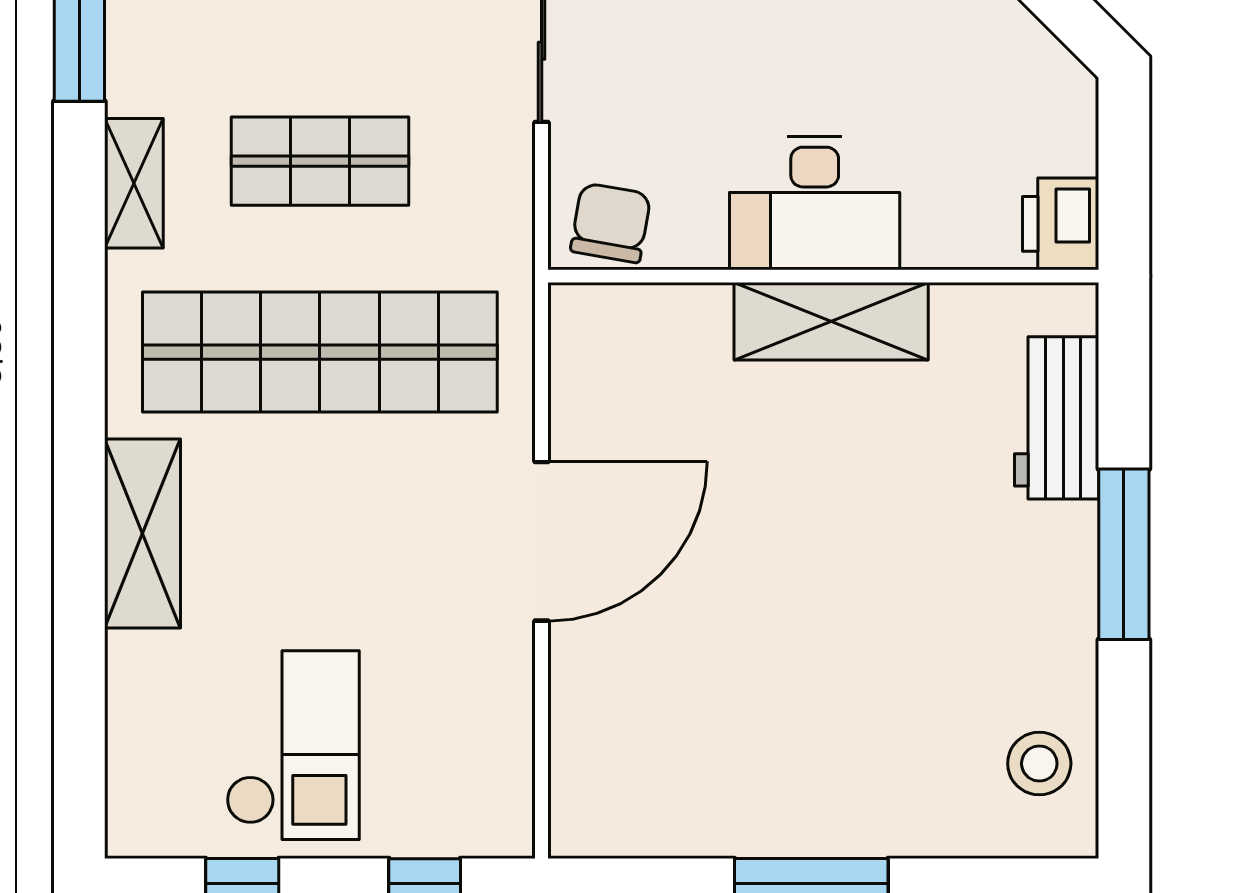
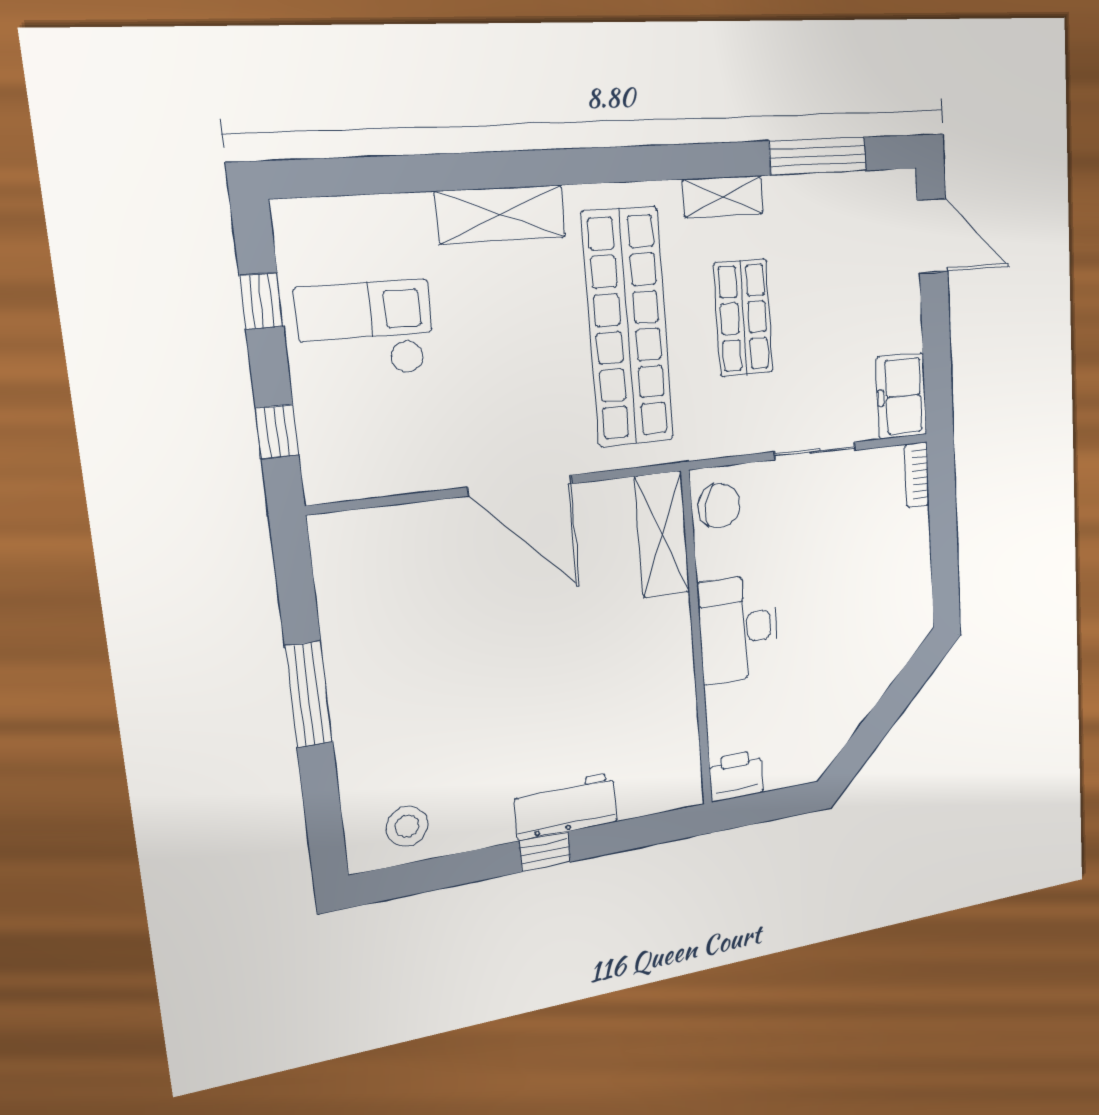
shelving: (831, 321) -> (662, 535), moved
workbench: (1057, 418) -> (566, 806), moved
window: (1124, 554) -> (545, 852), width x0.46
checkout: (293, 745) -> (366, 330), turned 180

